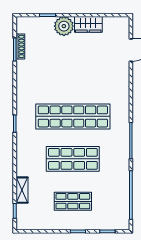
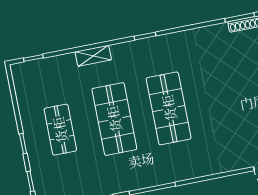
shop shelf: (73, 116) -> (169, 108), width x0.71
shelving: (22, 190) -> (93, 56), moved

